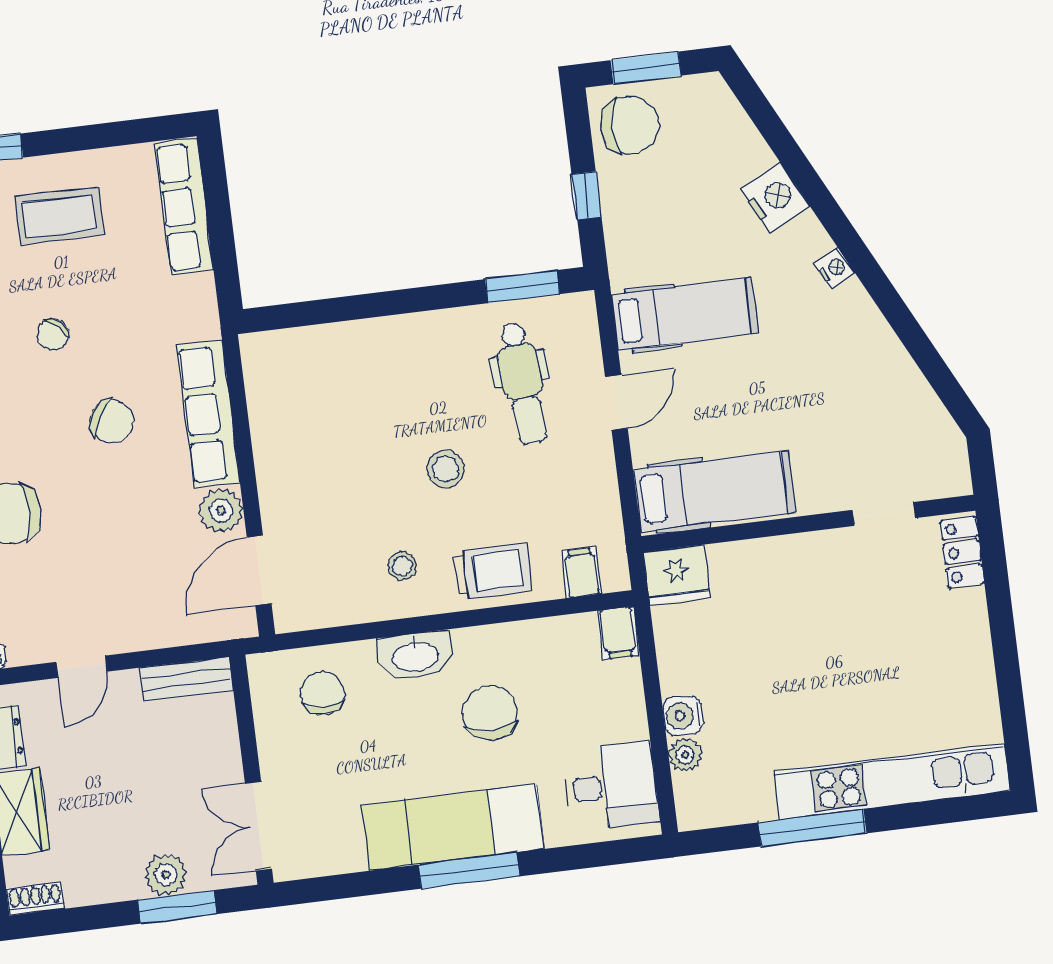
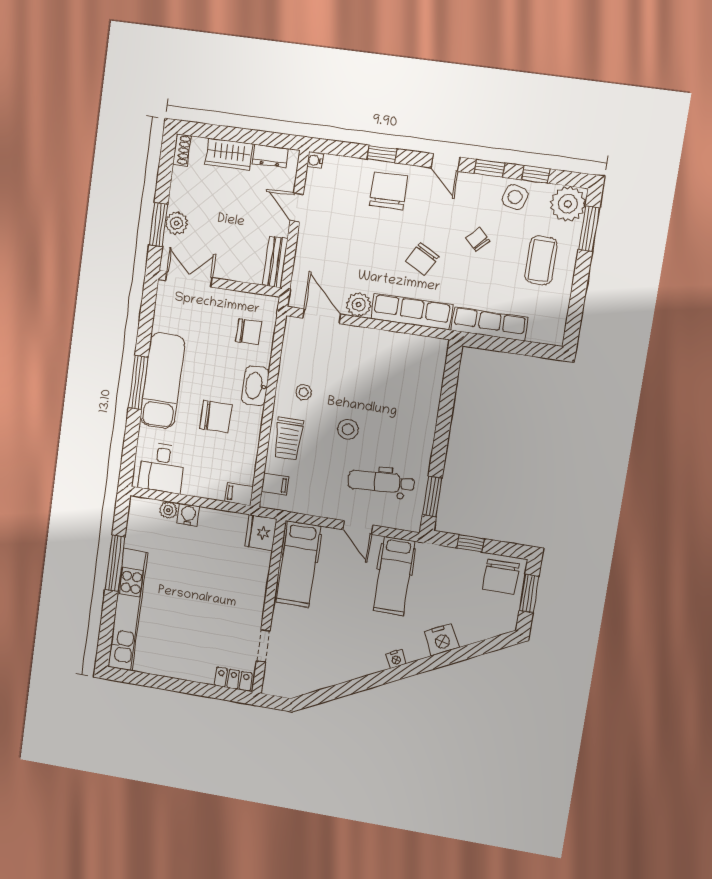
row of seats: (184, 207) -> (489, 324), moved

